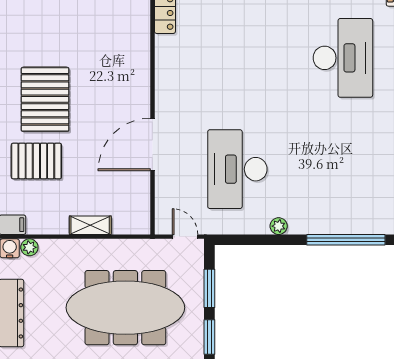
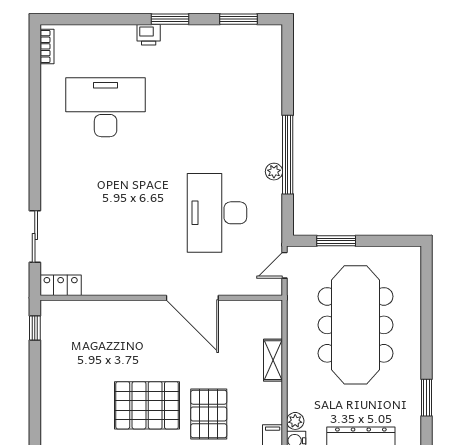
desk: (237, 169) -> (217, 213), turned 90
window: (346, 240) -> (288, 155), moved
window: (209, 337) -> (385, 241), removed

